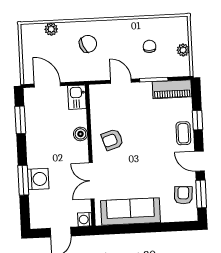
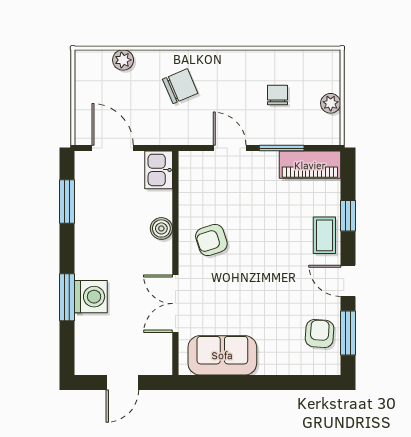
sofa: (131, 212) -> (222, 355), width x0.73
washing machine: (85, 219) -> (162, 364), removed

